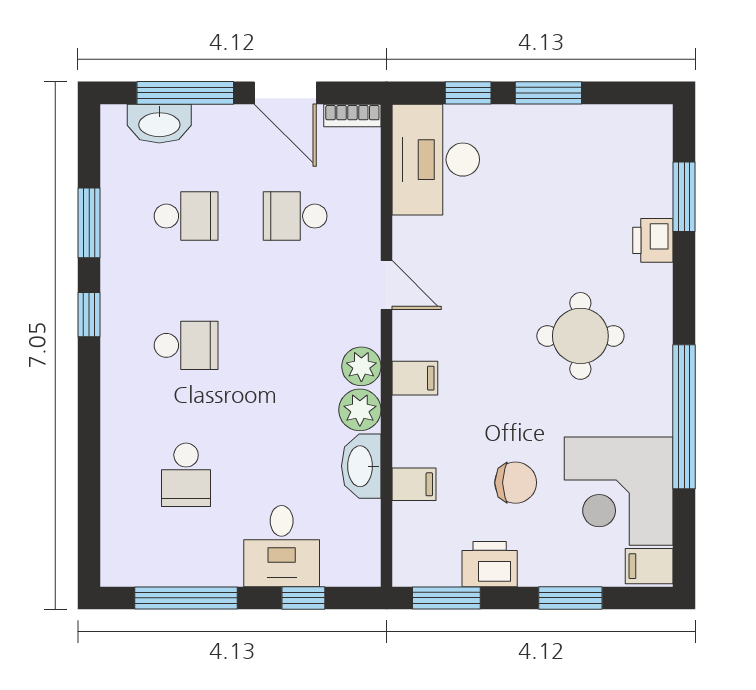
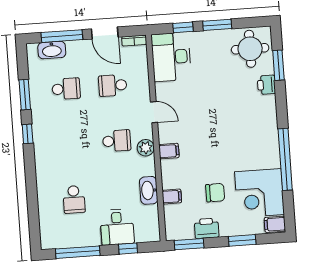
round table: (580, 336) -> (250, 49), moved
school desk: (186, 345) -> (117, 141), moved
plant: (360, 410) -> (146, 166), removed

